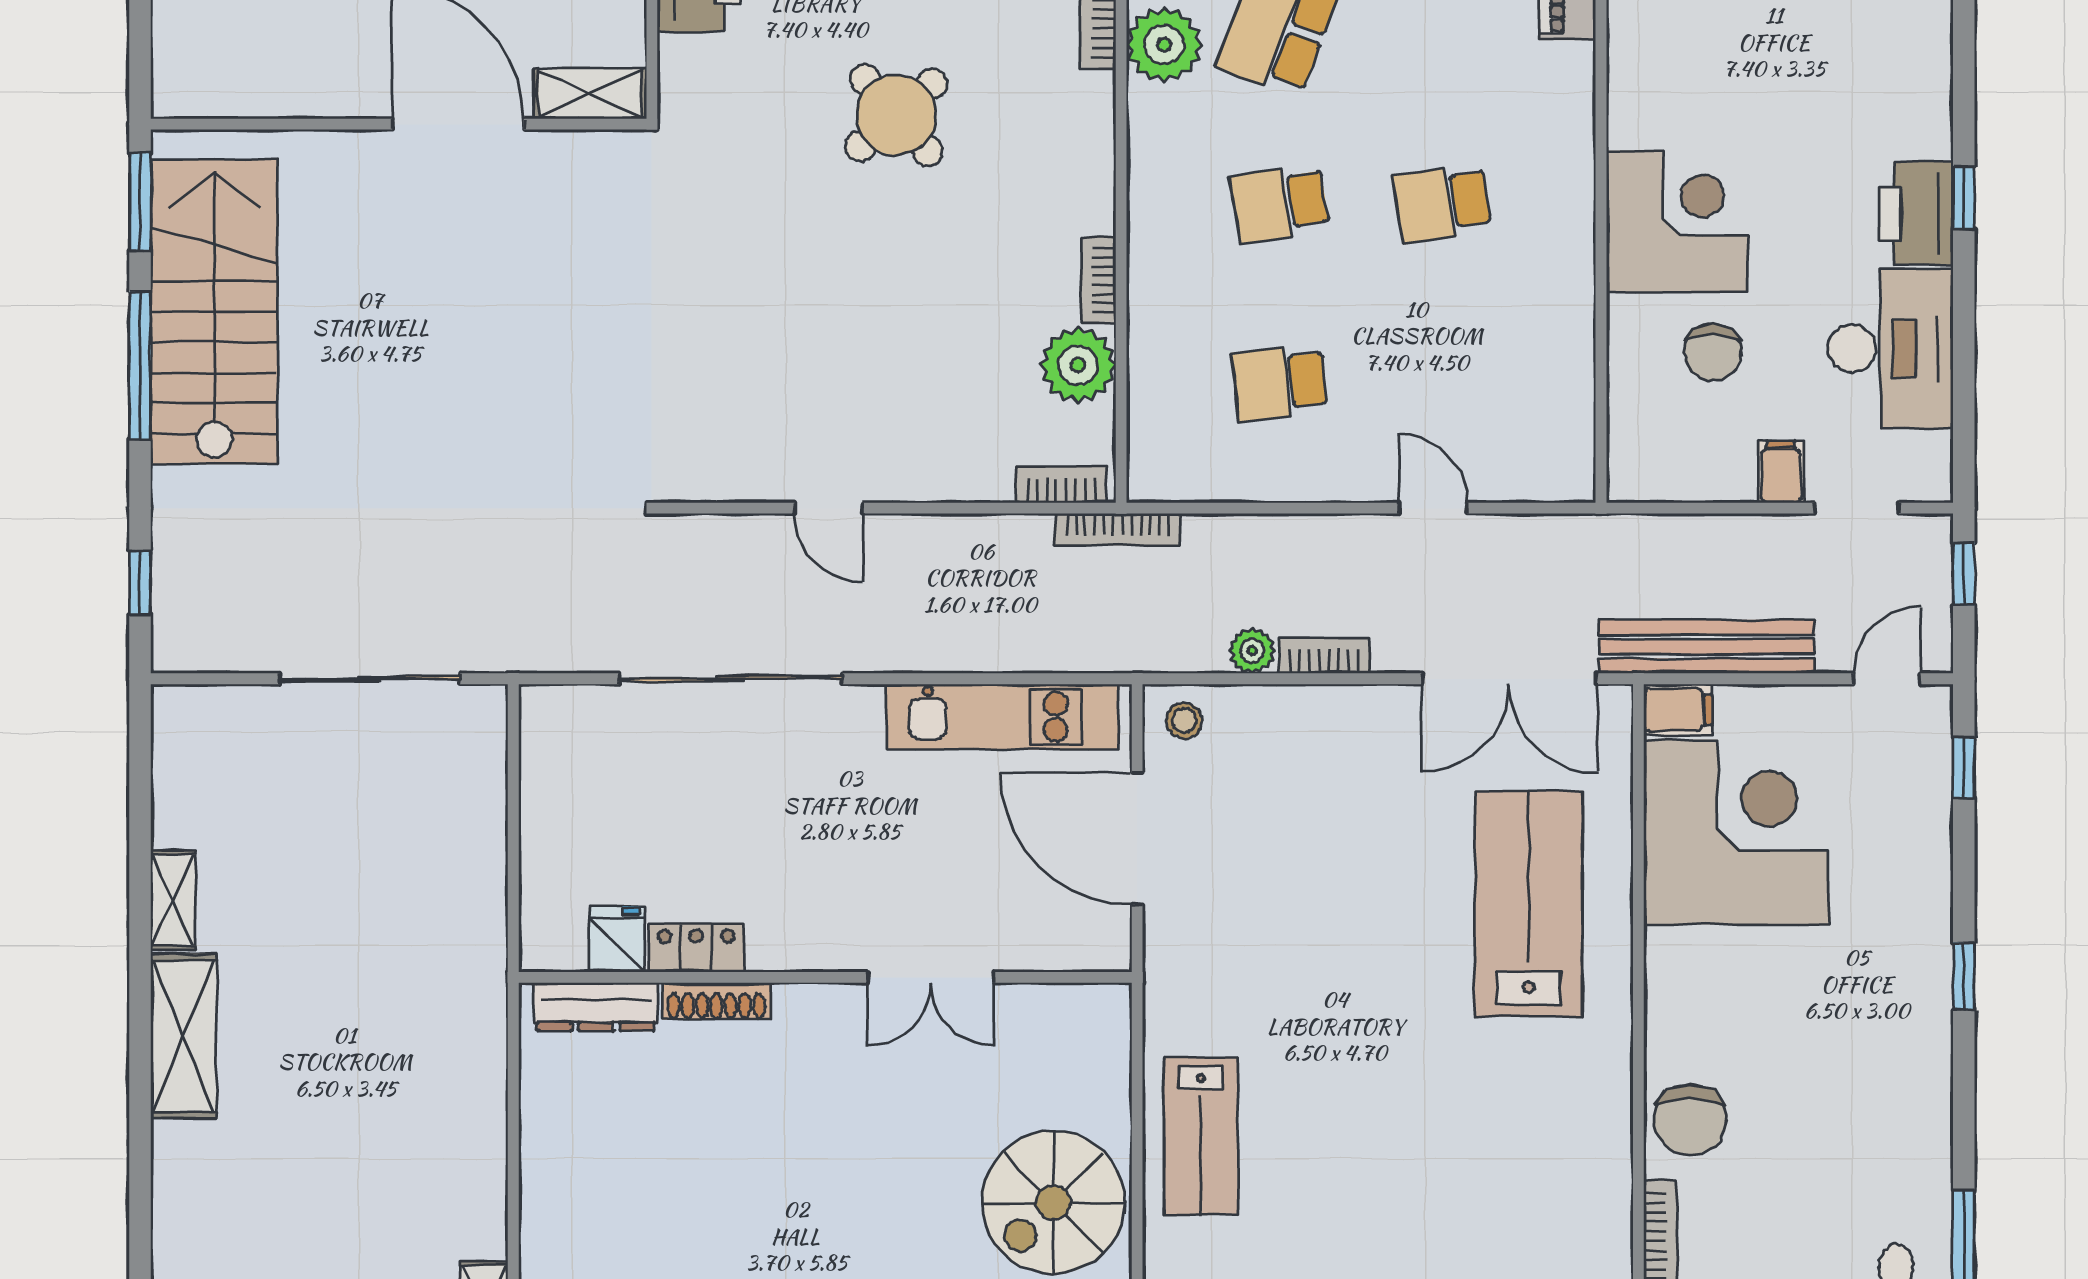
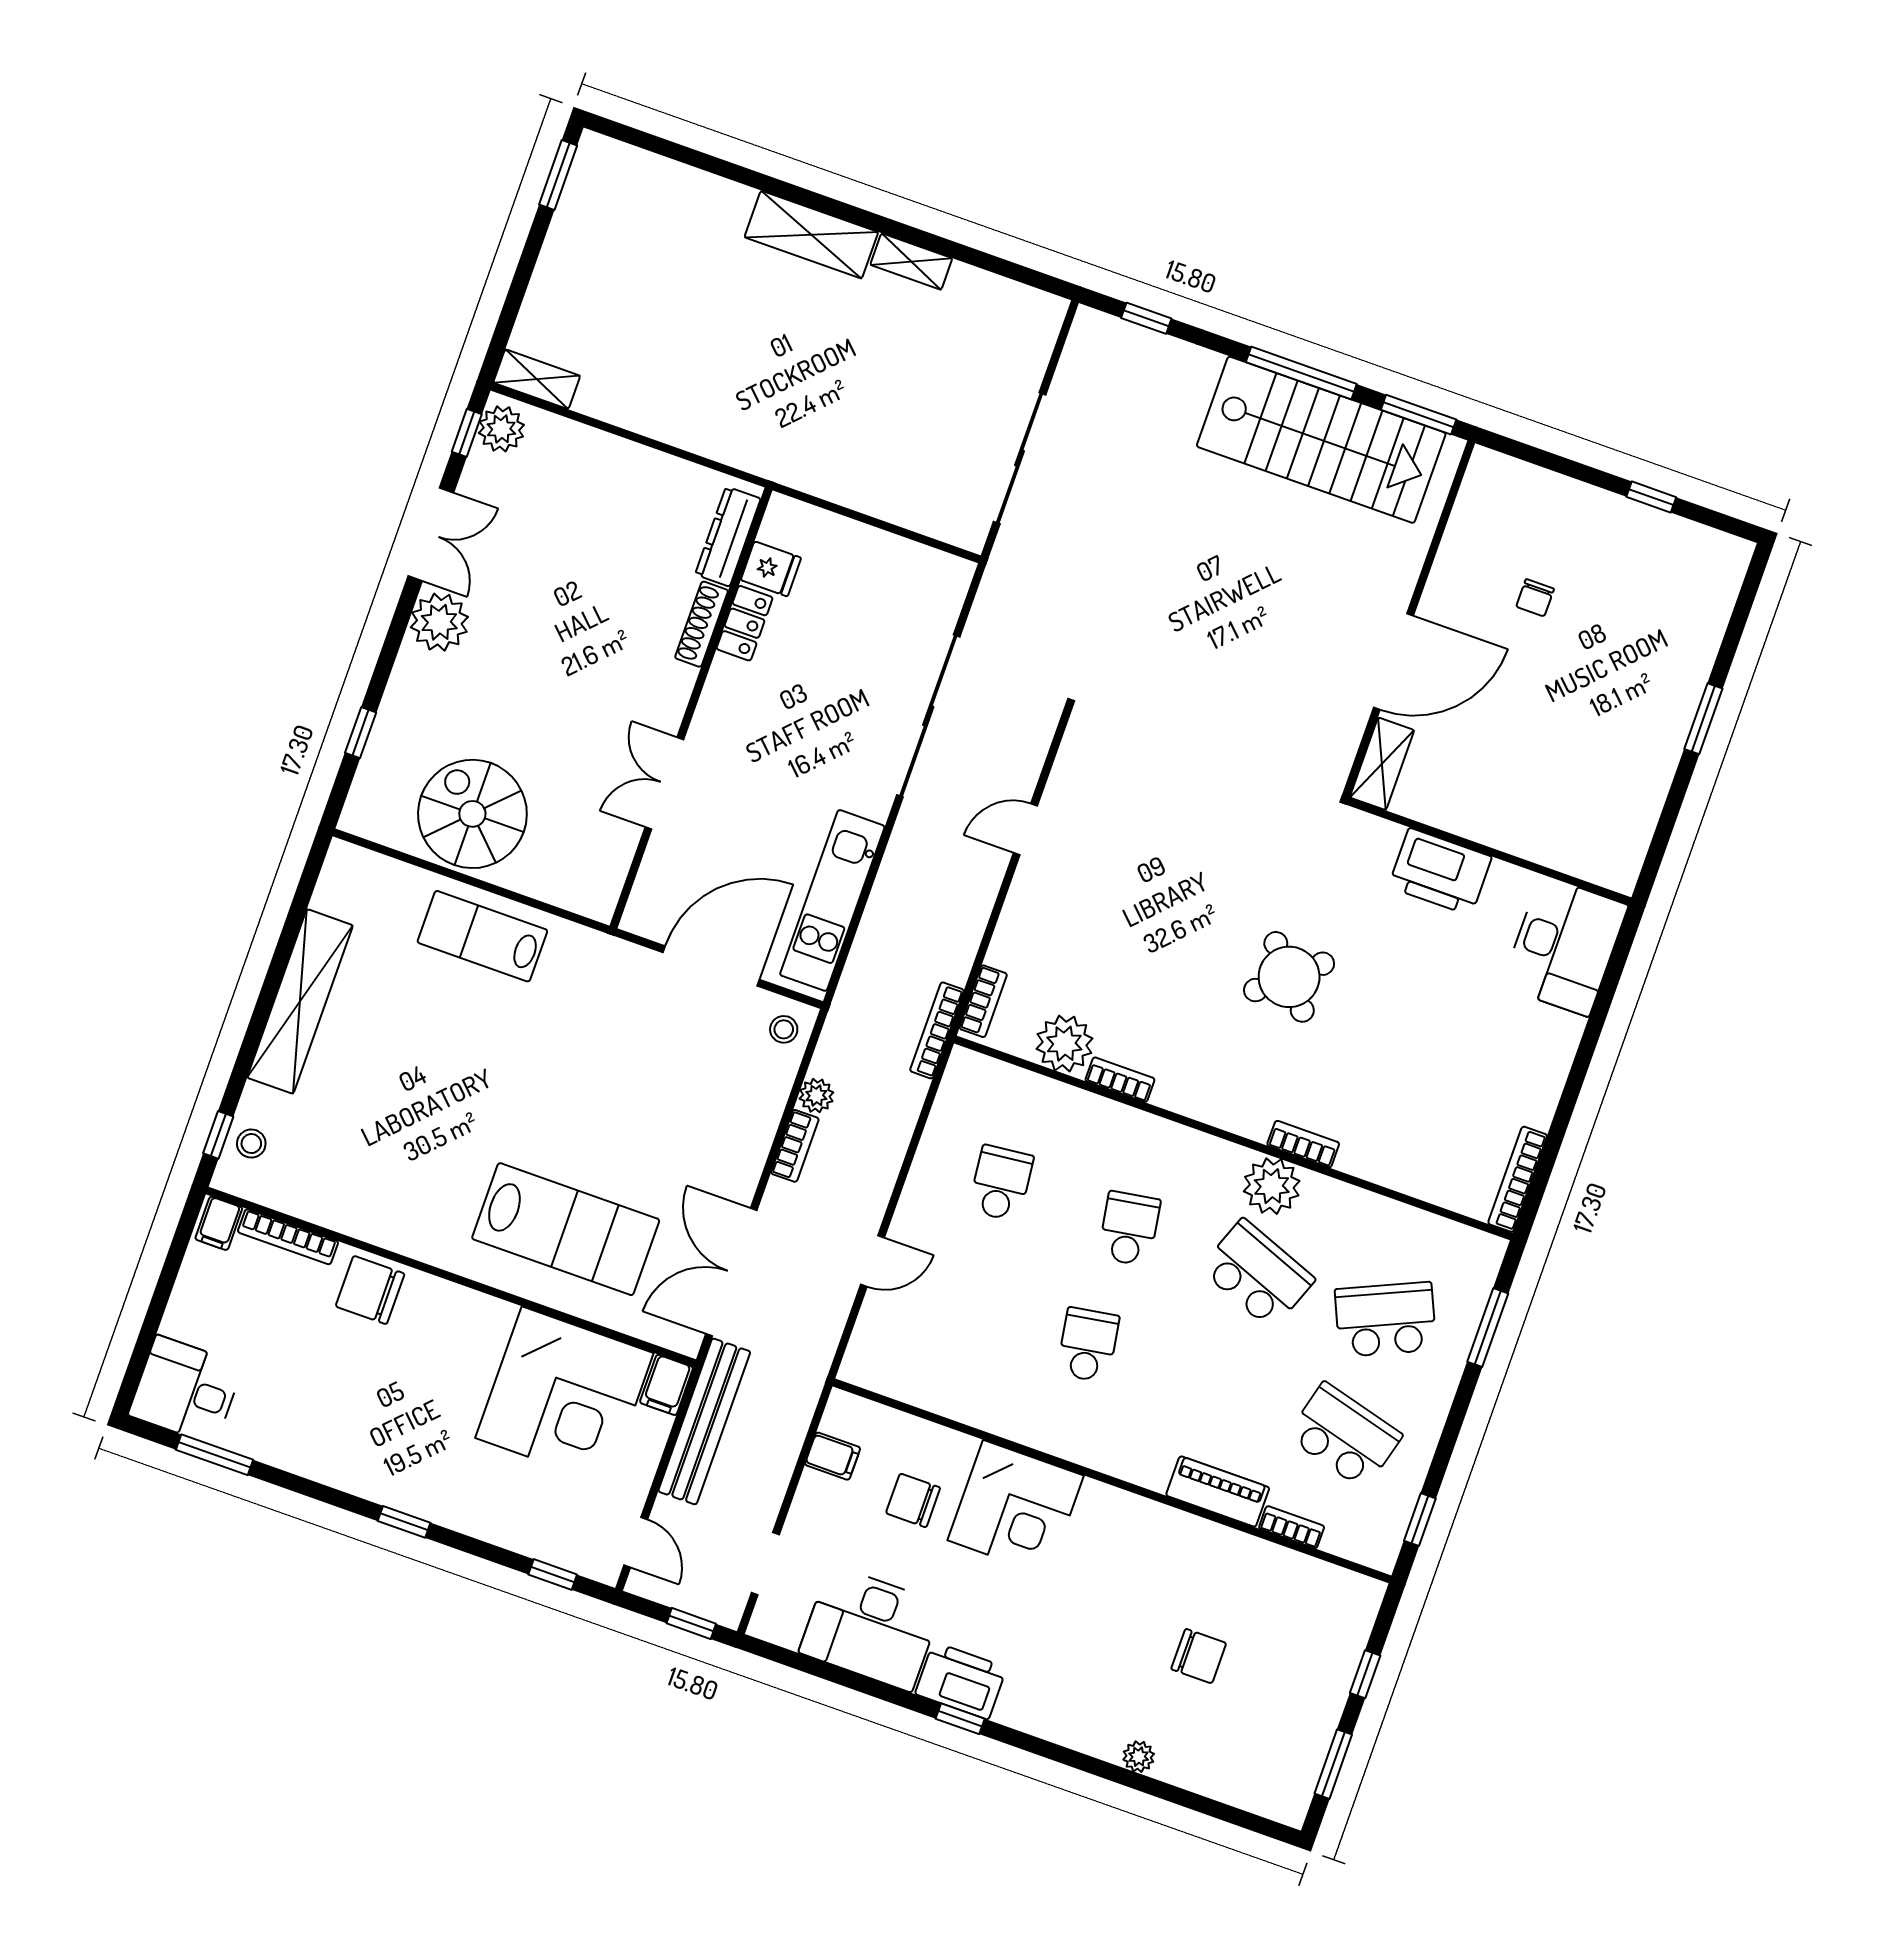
filing cabinet: (1781, 472) -> (833, 1456), moved

